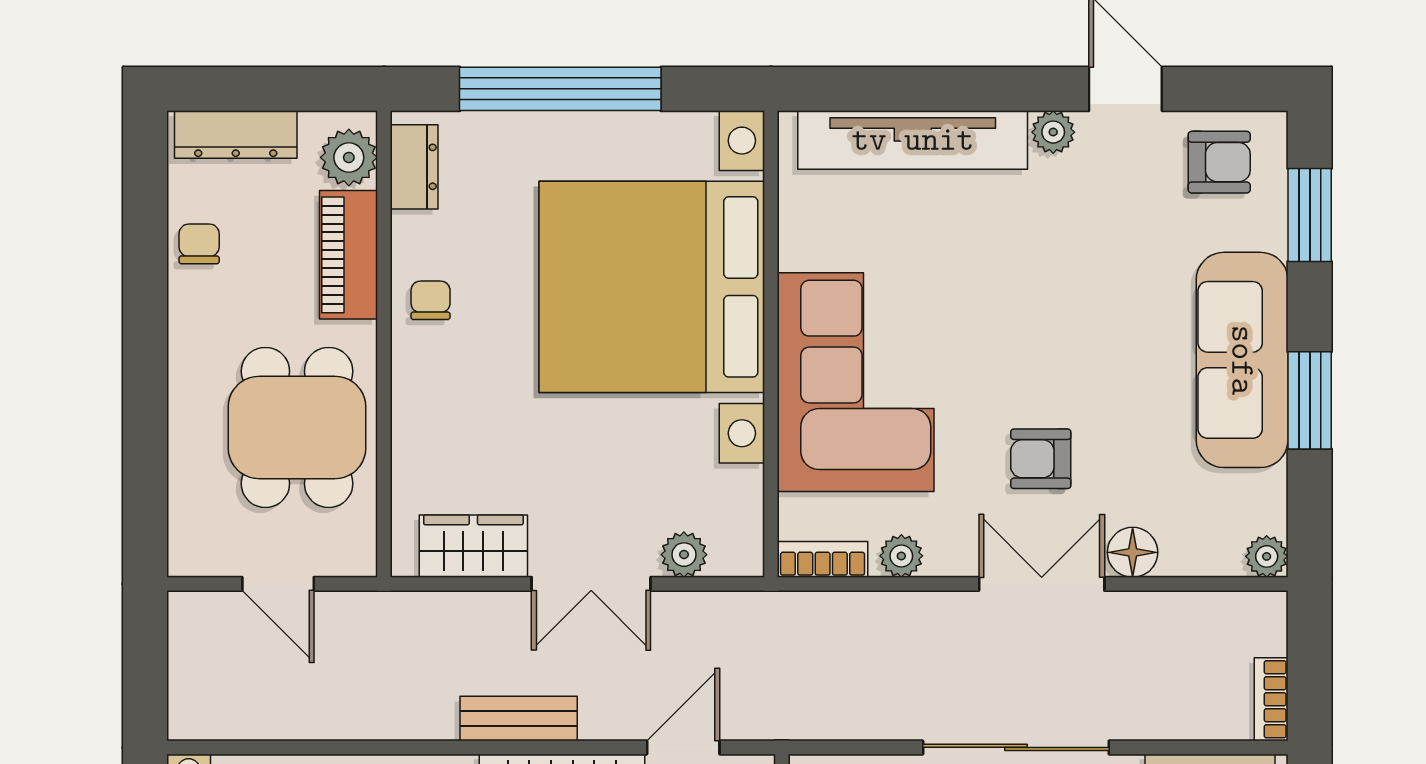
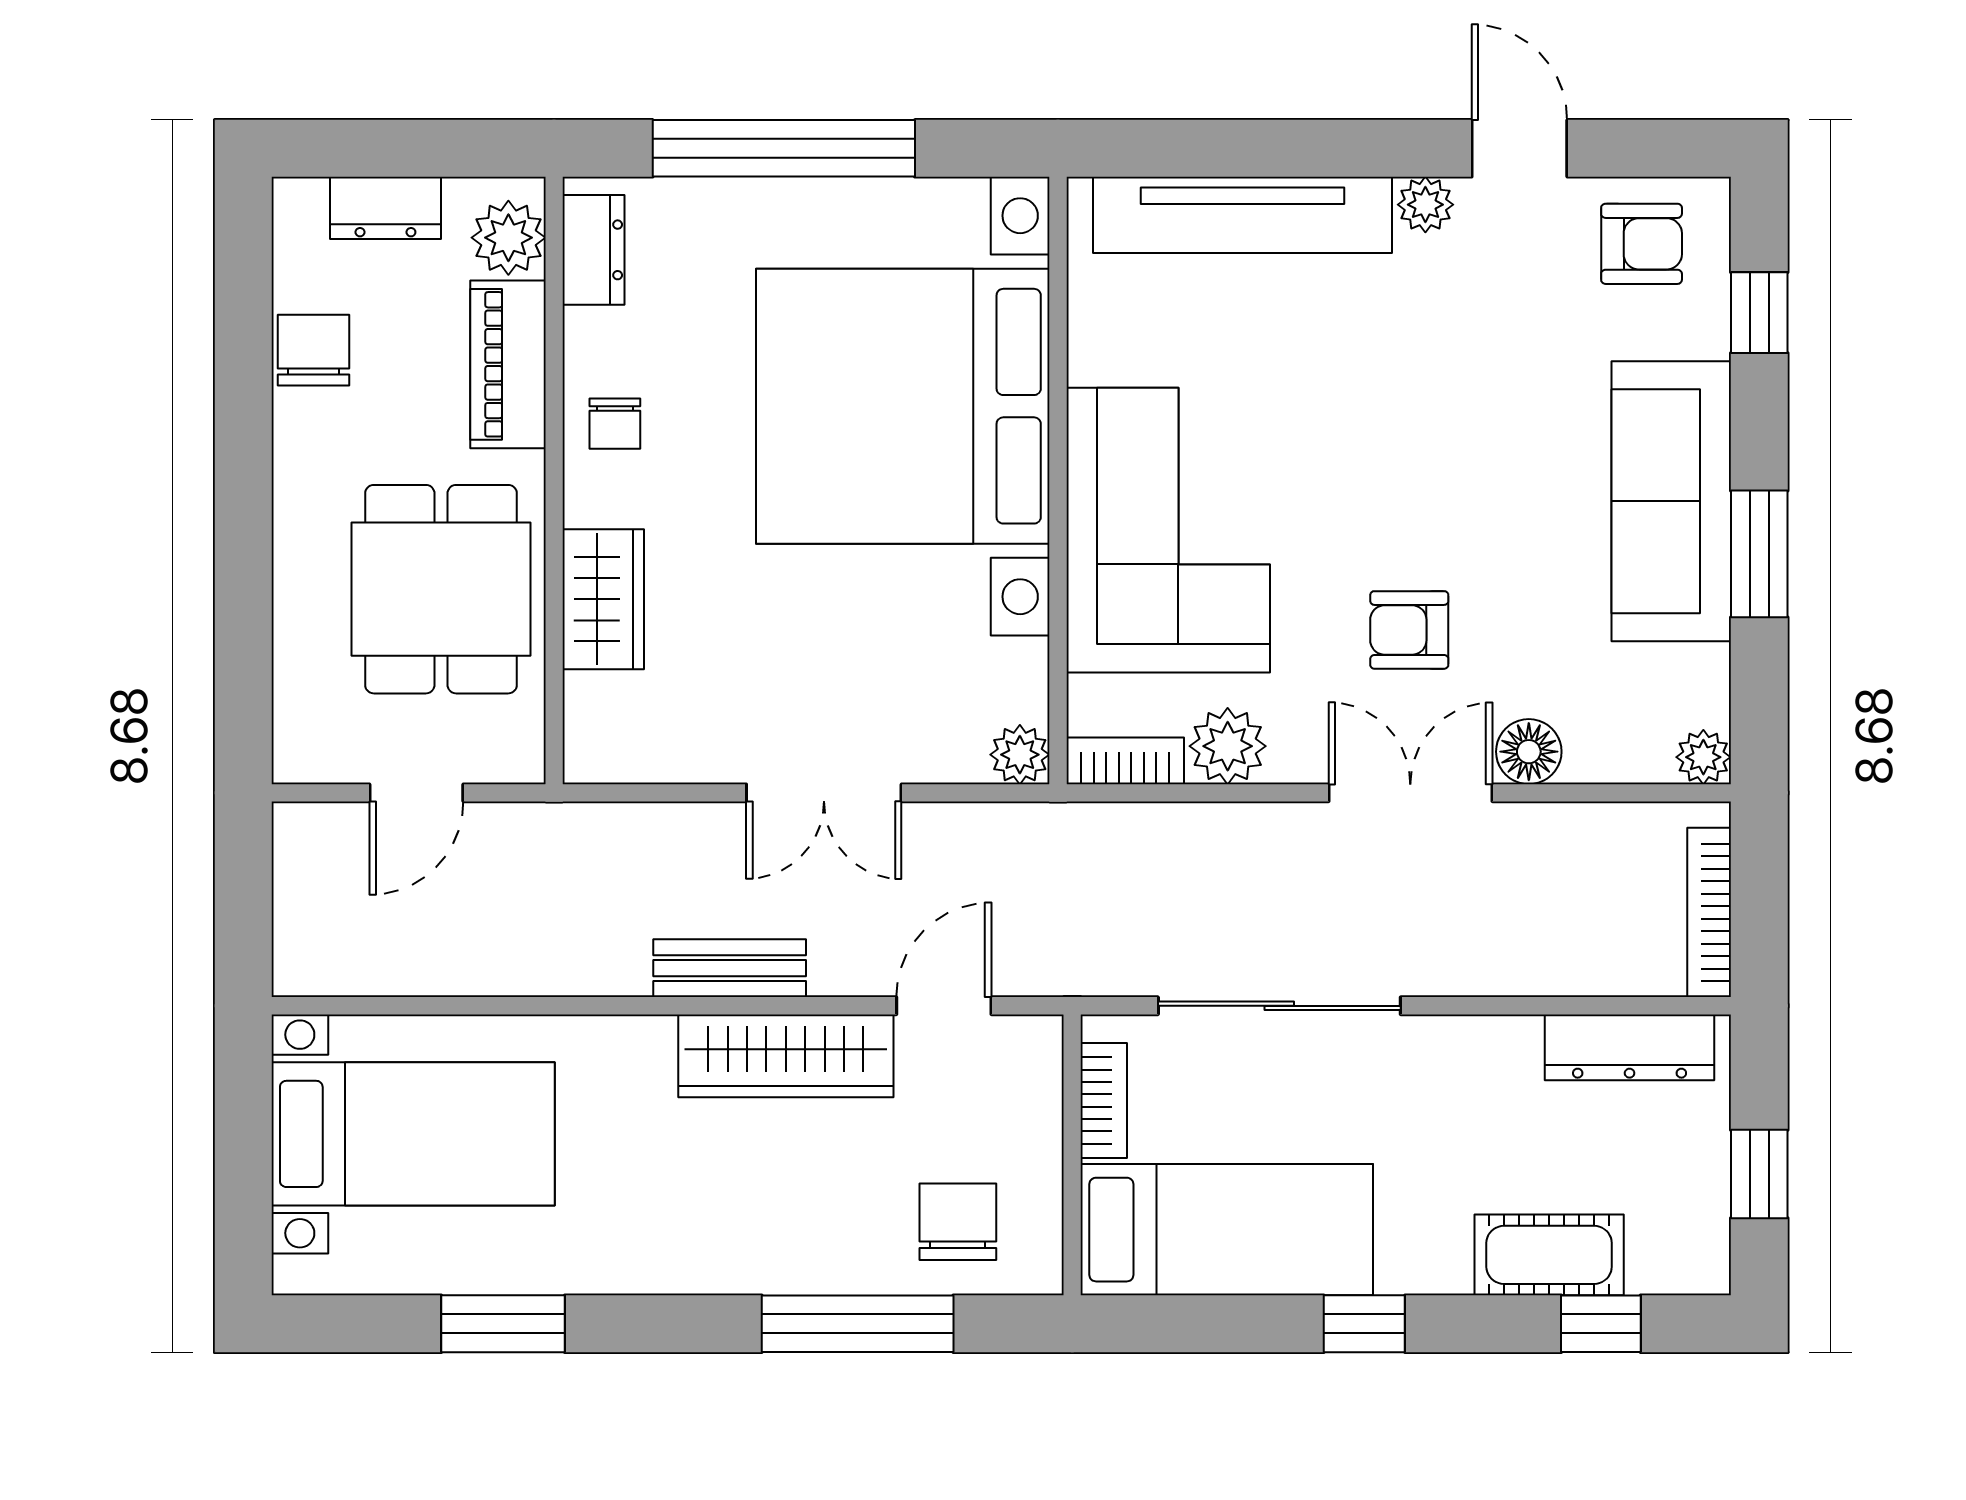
dresser: (236, 135) -> (385, 208), width x0.70
window: (1310, 215) -> (1759, 313), width x0.67
chair: (199, 244) -> (314, 350), width x1.37, depth x1.37
chair: (431, 300) -> (615, 424), turned 180
wardrobe: (473, 546) -> (603, 599), moved, turned 90
plant: (684, 555) -> (1020, 755), moved
plant: (901, 556) -> (1228, 746), width x1.38, depth x1.38
door: (278, 584) -> (416, 793), hinge flipped
bookcase: (1271, 699) -> (1709, 912), width x1.56
sliding door: (1016, 747) -> (1279, 1006), moved

